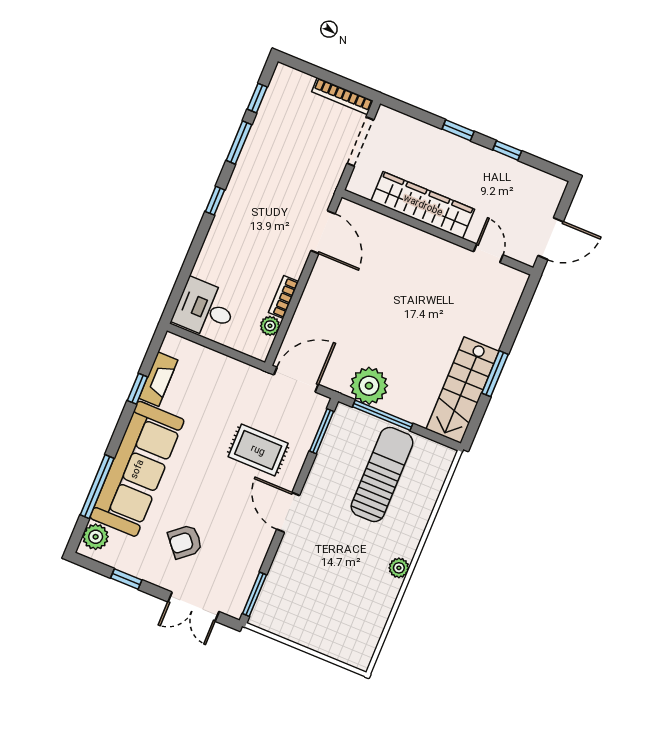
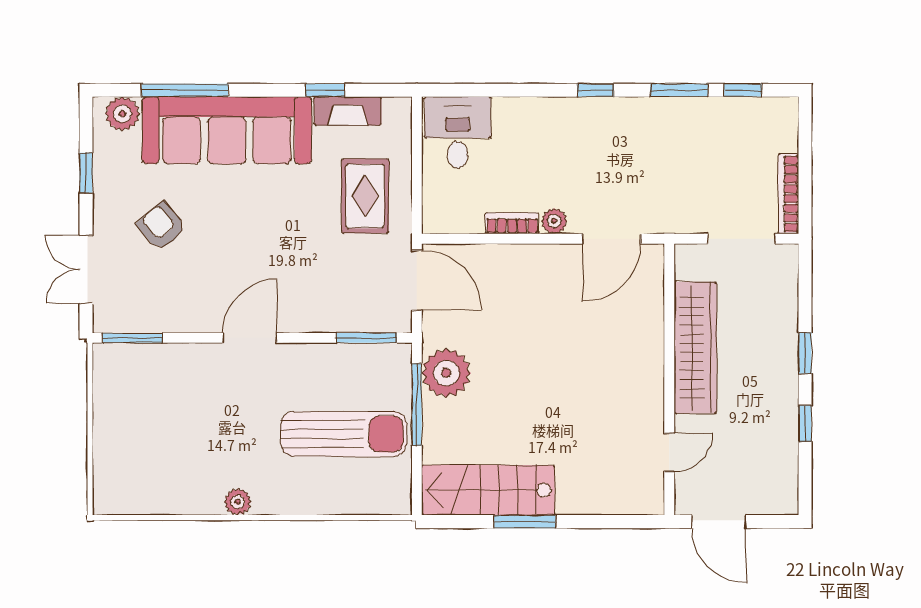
plant: (270, 326) -> (554, 221), moved
rug: (258, 450) -> (365, 196), moved

